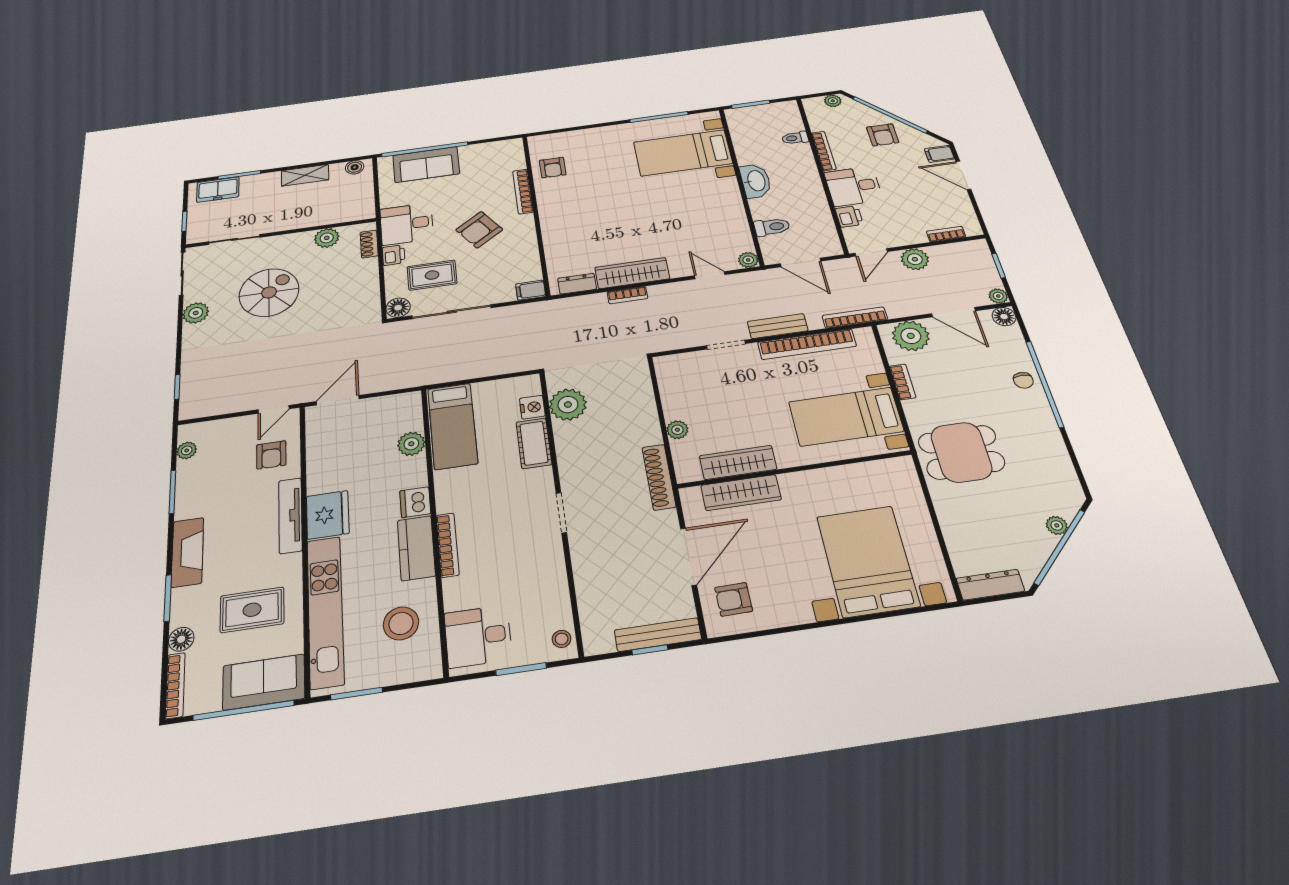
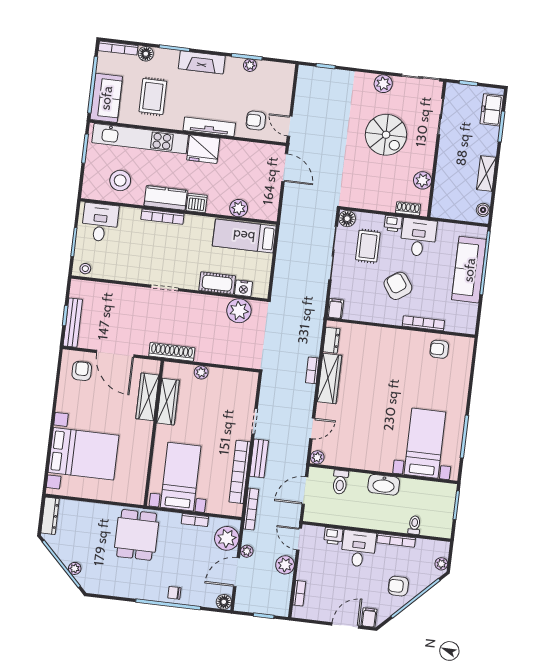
sofa: (426, 164) -> (469, 270), width x1.36
plant: (998, 296) -> (247, 551), moved
plant: (187, 450) -> (250, 65), moved

